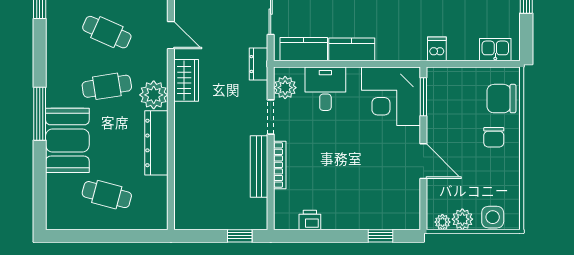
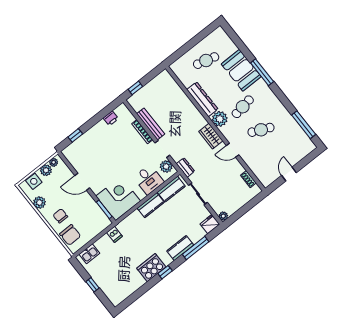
chair: (501, 99) -> (70, 235), turned 89
plant: (509, 180) -> (39, 203), added

